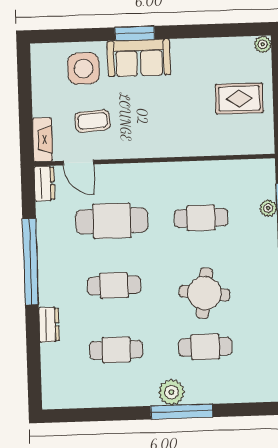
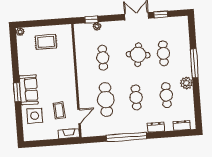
rug: (239, 98) -> (46, 42), turned 90
dresser: (44, 183) -> (182, 125), moved
plant: (171, 392) -> (186, 83), moved

